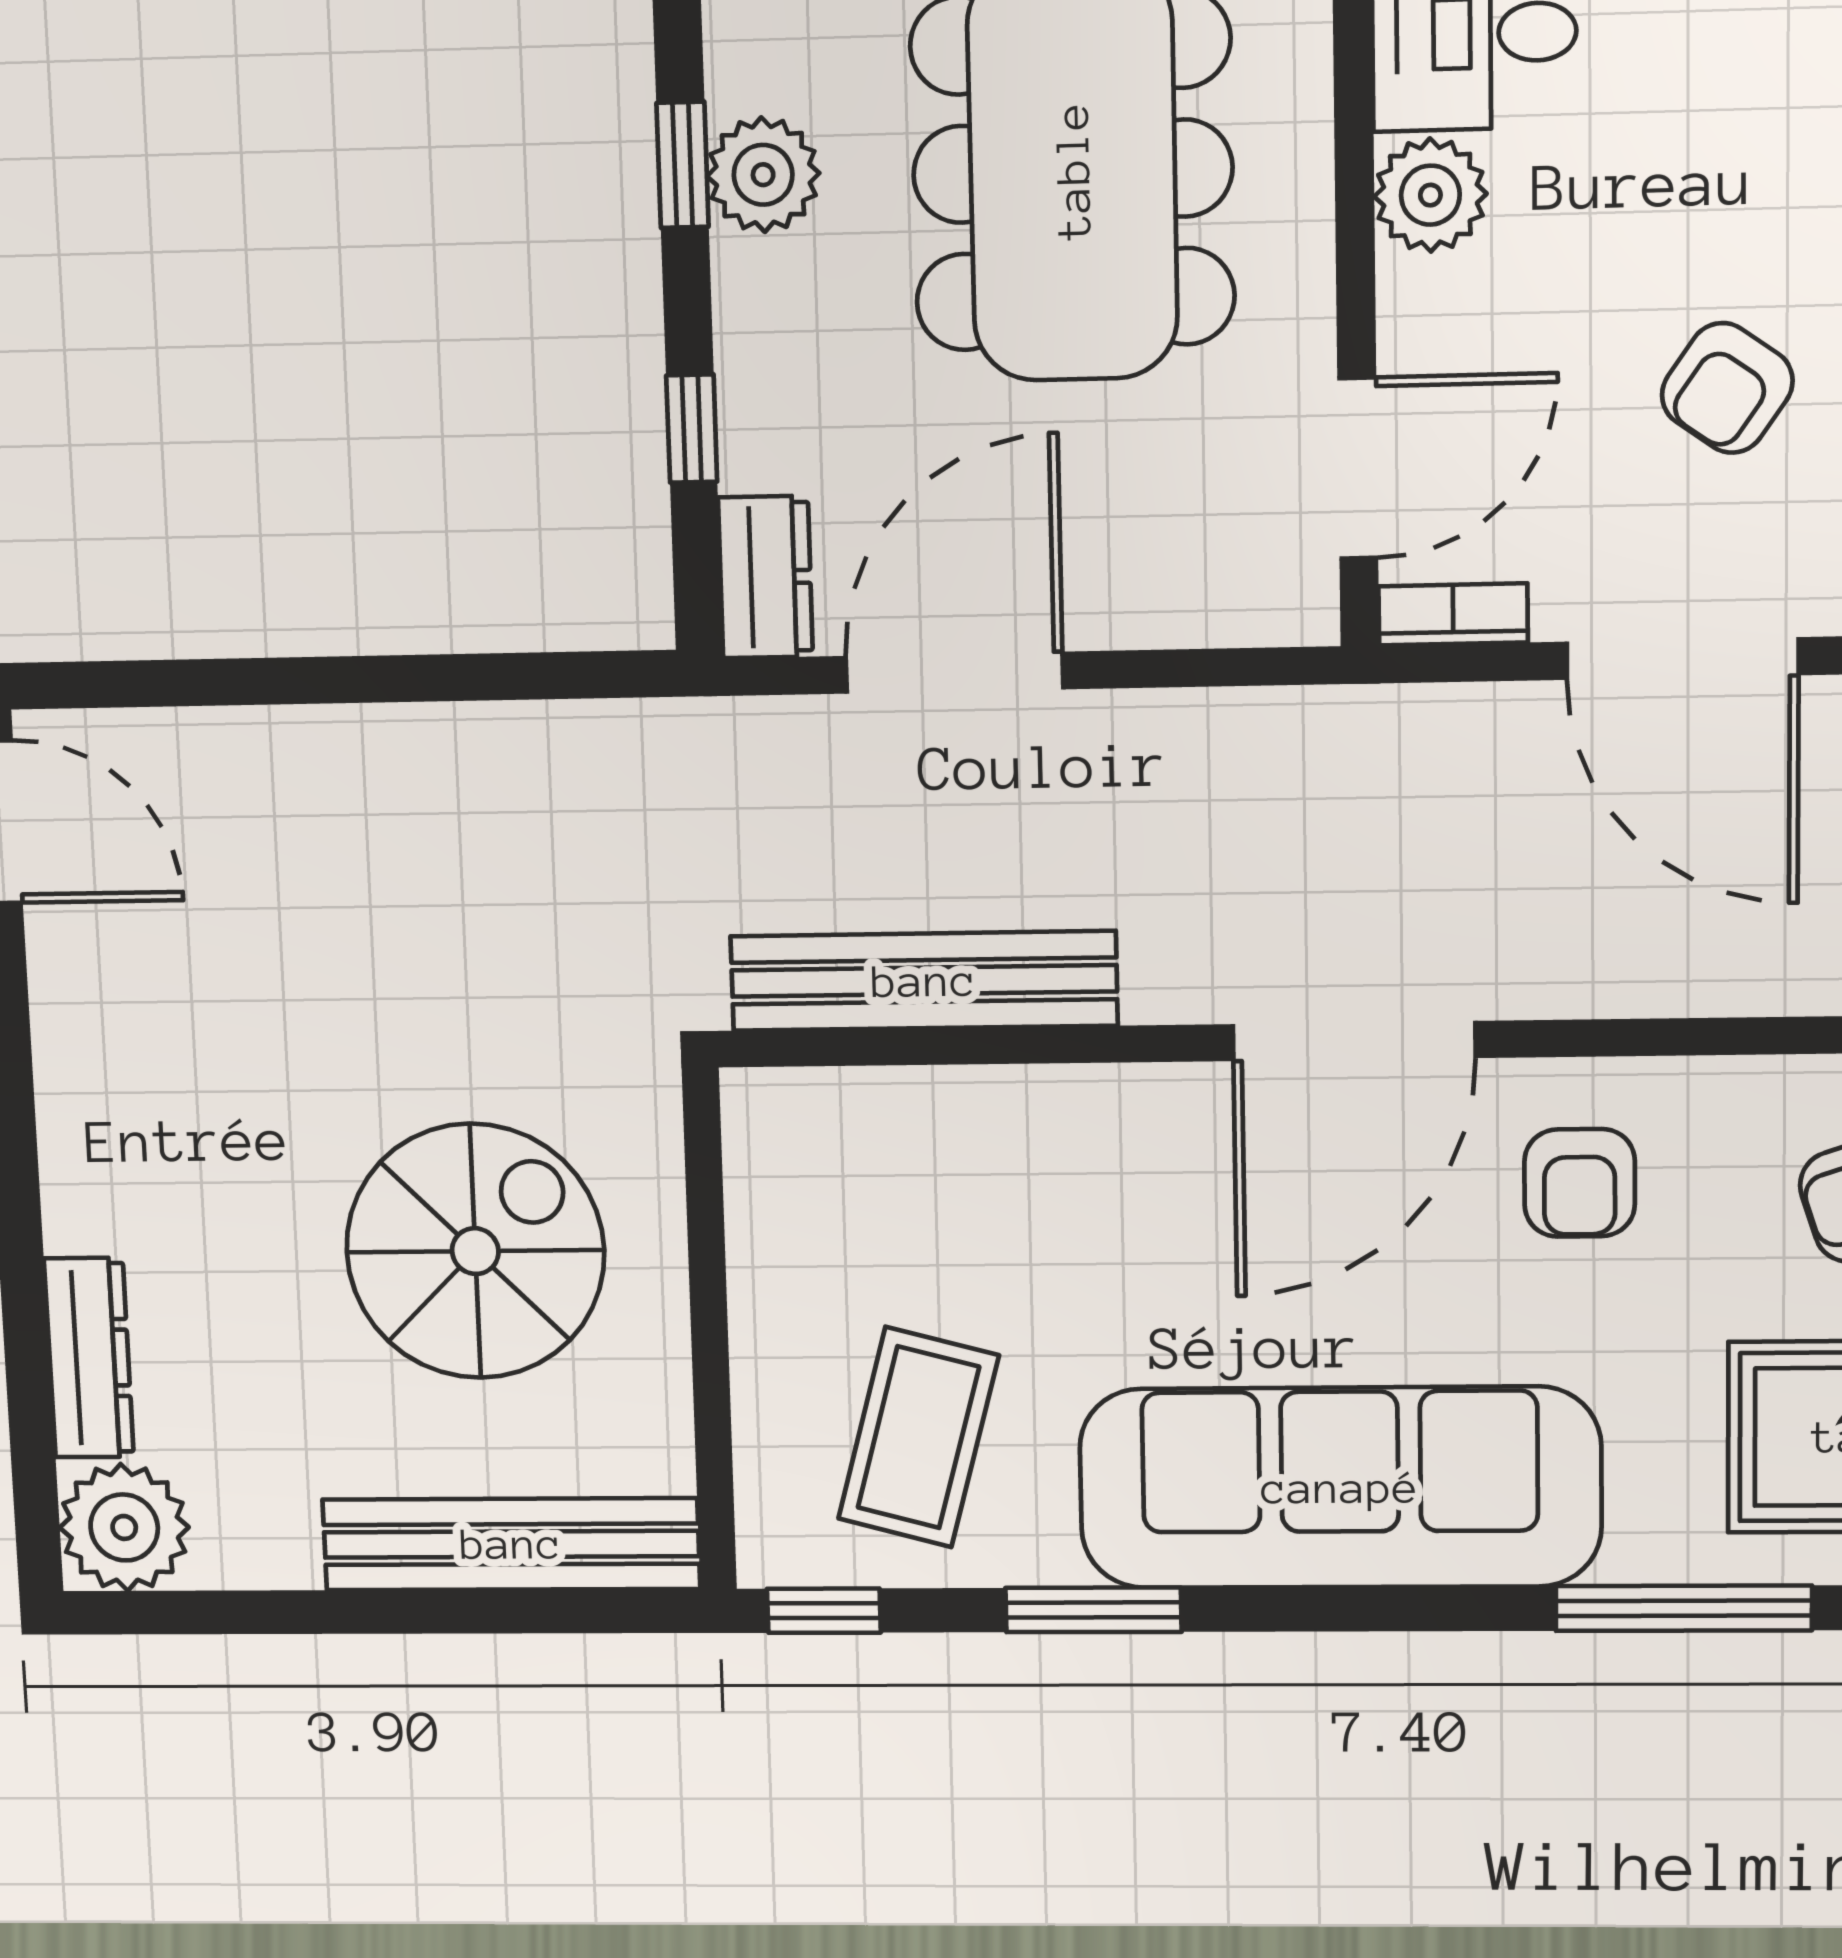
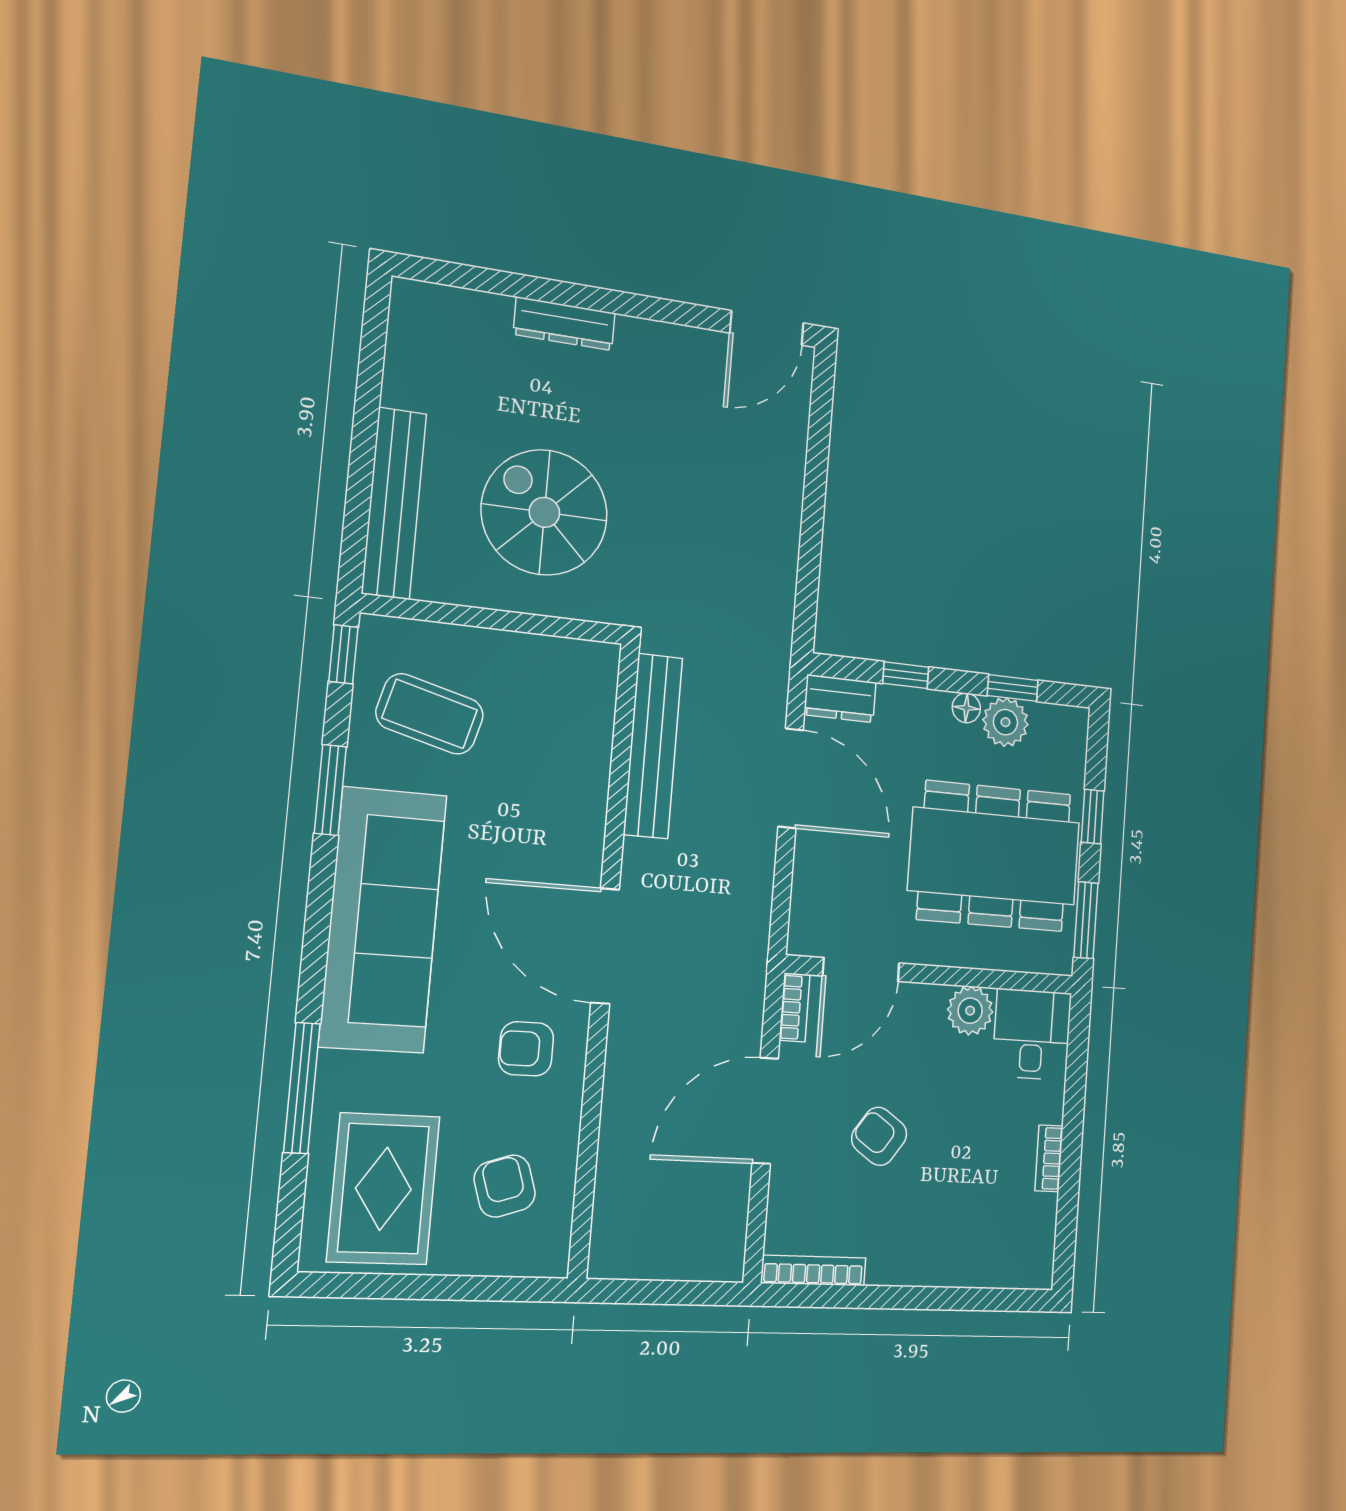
floor lamp: (744, 275) -> (966, 708), added
door: (1358, 468) -> (861, 970), hinge flipped
spiral stairs: (475, 1251) -> (544, 512), turned 180
dresser: (89, 1358) -> (564, 324), moved
plant: (124, 1527) -> (422, 313), removed

